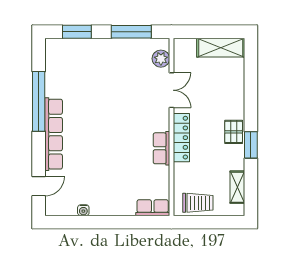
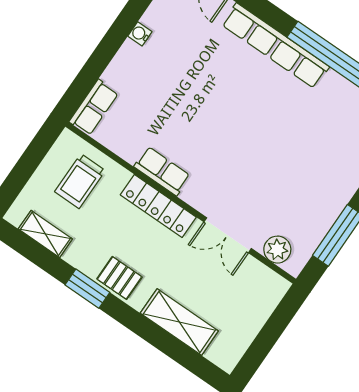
shelving: (221, 48) -> (179, 322), moved, turned 90
trolley: (198, 203) -> (80, 181), moved
water cooler: (83, 210) -> (140, 34), moved

